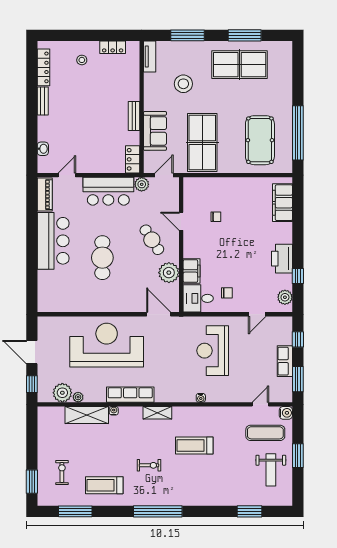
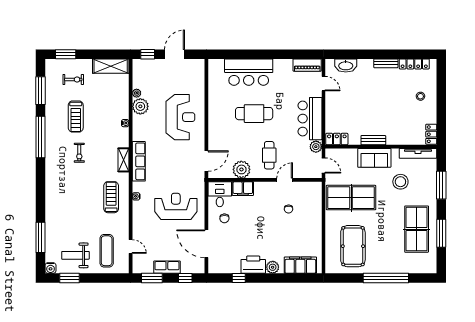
locker: (113, 47) -> (431, 134), moved
tv unit: (150, 56) -> (418, 153), width x1.41
sofa: (155, 131) -> (374, 158), moved
window: (298, 133) -> (386, 278), moved
pool table: (260, 140) -> (353, 246), turned 90
washbasin: (43, 149) -> (346, 65), width x1.91, depth x1.45
cafe table: (152, 240) -> (269, 155), turned -57
bar counter: (53, 241) -> (249, 72), moved
plant: (285, 297) -> (273, 267), moved
door: (257, 314) -> (206, 244), width x1.88
reception desk: (107, 345) -> (180, 117), width x0.74, depth x0.77
plant: (62, 393) -> (140, 106), moved
row of seats: (130, 395) -> (139, 161), moved
water cooler: (286, 413) -> (51, 268), moved
shelving: (87, 415) -> (111, 66), moved, turned 90
treadmill: (194, 445) -> (111, 197), moved
window: (298, 456) -> (70, 278), moved
treadmill: (104, 485) -> (76, 116), moved, turned 180
window: (158, 511) -> (40, 137), moved
window: (249, 511) -> (40, 237), width x1.44

